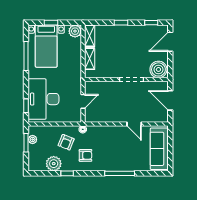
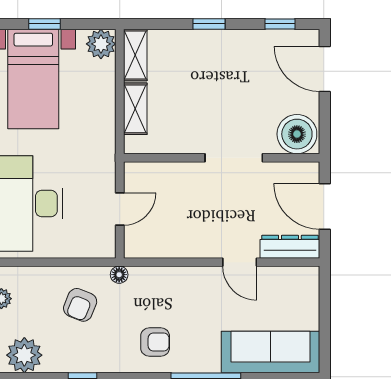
door: (170, 42) -> (325, 69), hinge flipped
dresser: (155, 117) -> (290, 247), added
sofa: (159, 149) -> (271, 352), moved, turned 90
armchair: (85, 155) -> (155, 342), moved
plant: (54, 164) -> (24, 355), moved

